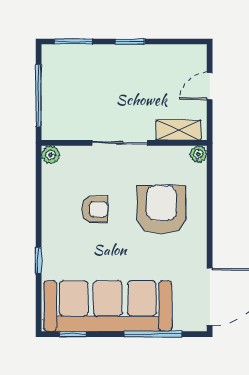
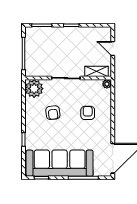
door: (210, 86) -> (113, 48), hinge flipped
plant: (51, 155) -> (34, 89), width x1.87, depth x1.87
armchair: (95, 209) -> (53, 113), turned 83
armchair: (162, 210) -> (88, 113), width x0.53, depth x0.53

